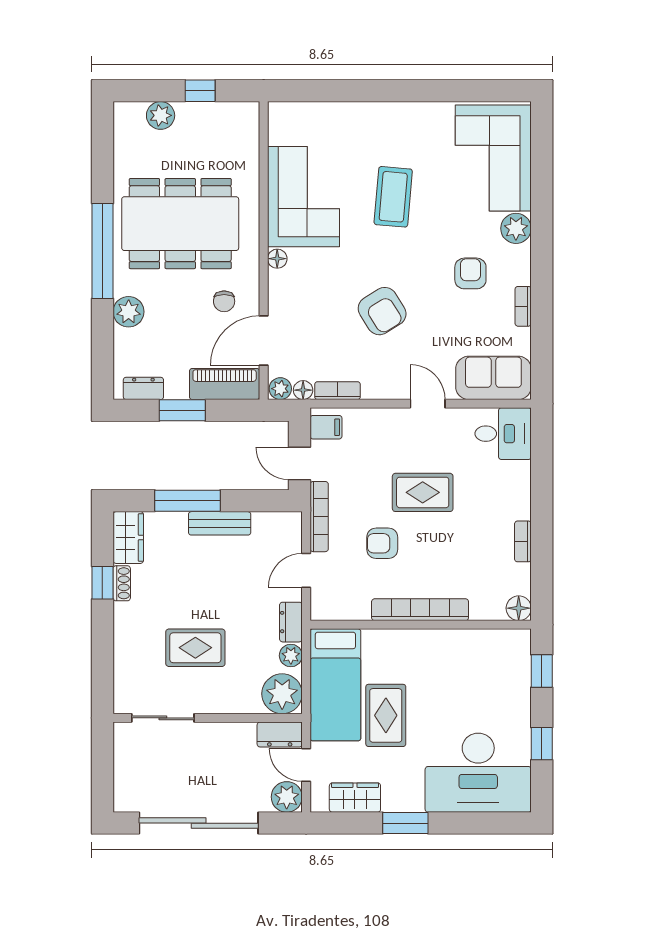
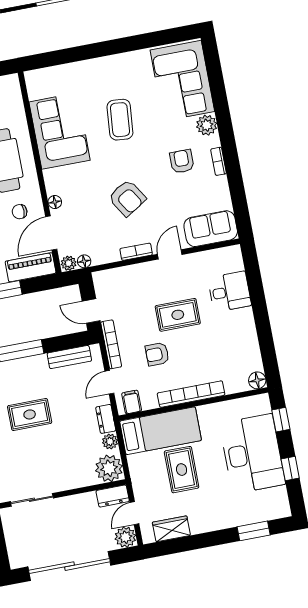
floor lamp: (277, 259) -> (55, 202), moved
chair: (224, 301) -> (20, 212), turned 90
bookcase: (523, 306) -> (219, 161), moved
bookcase: (337, 391) -> (136, 252), moved
door: (428, 404) -> (170, 254), hinge flipped
filing cabinet: (326, 427) -> (132, 402), moved, turned -90
desk: (503, 434) -> (229, 292), moved
bench: (220, 523) -> (69, 357), moved
bookcase: (523, 541) -> (252, 335), removed
rug: (195, 648) -> (30, 414), moved
bed: (335, 685) -> (161, 431), moved, turned -90
door: (306, 765) -> (134, 513), hinge flipped
desk: (478, 773) -> (252, 454), moved, turned -90
window: (405, 823) -> (254, 531), moved

